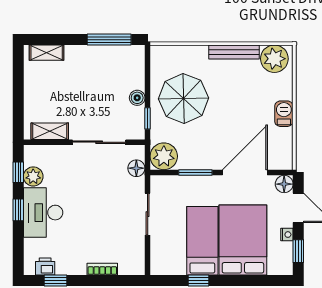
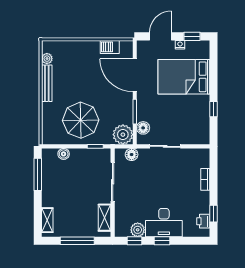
plant: (274, 59) -> (47, 59), width x0.53, depth x0.53
window: (18, 94) -> (77, 241), added
boiler: (137, 98) -> (64, 154), moved
barbecue: (284, 114) -> (110, 47), moved
floor lamp: (284, 184) -> (143, 128), moved
bed: (202, 241) -> (184, 106), removed

